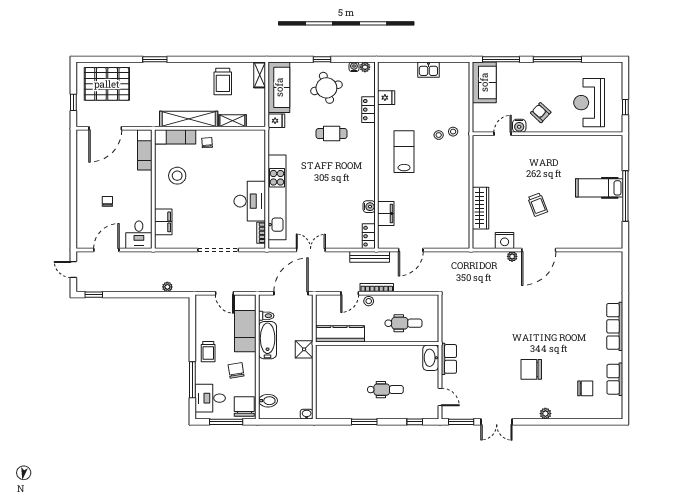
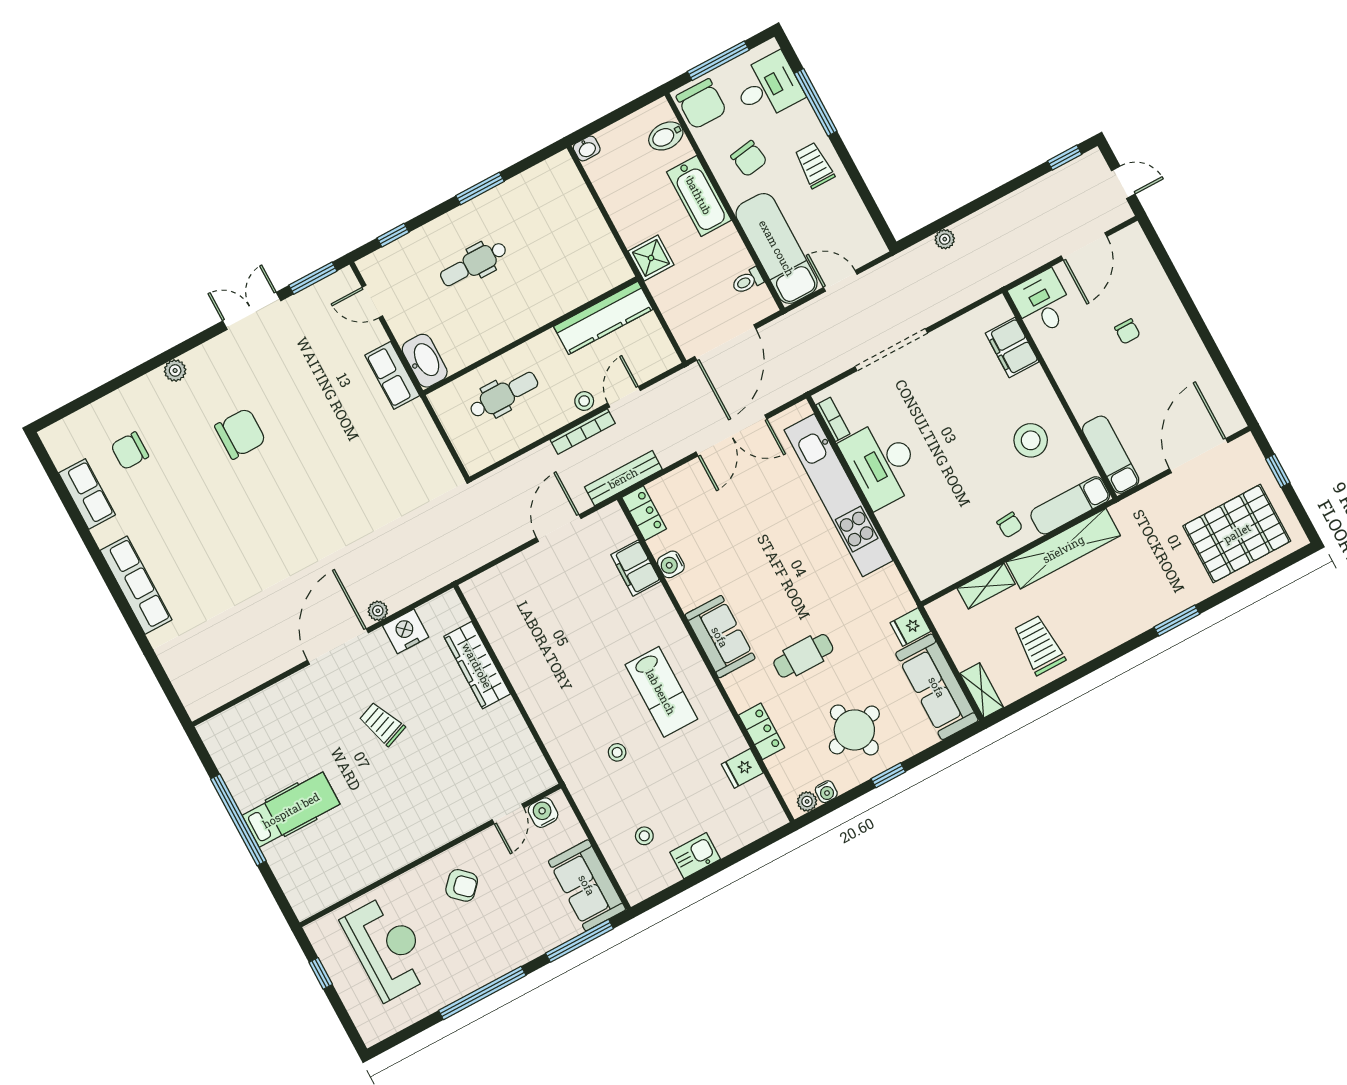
water cooler: (519, 126) -> (543, 813), moved
stool: (453, 132) -> (644, 836), moved
sofa: (364, 162) -> (720, 637), added
double door: (311, 250) -> (731, 435), width x1.37
dental chair: (403, 323) -> (504, 395), turned 180
bathtub: (268, 340) -> (699, 196), moved

